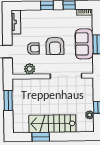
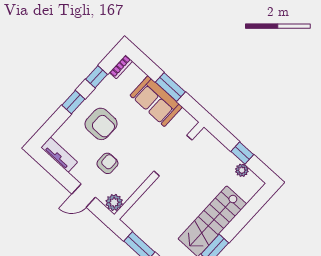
armchair: (55, 46) -> (101, 124), moved
plant: (30, 69) -> (114, 202), moved

